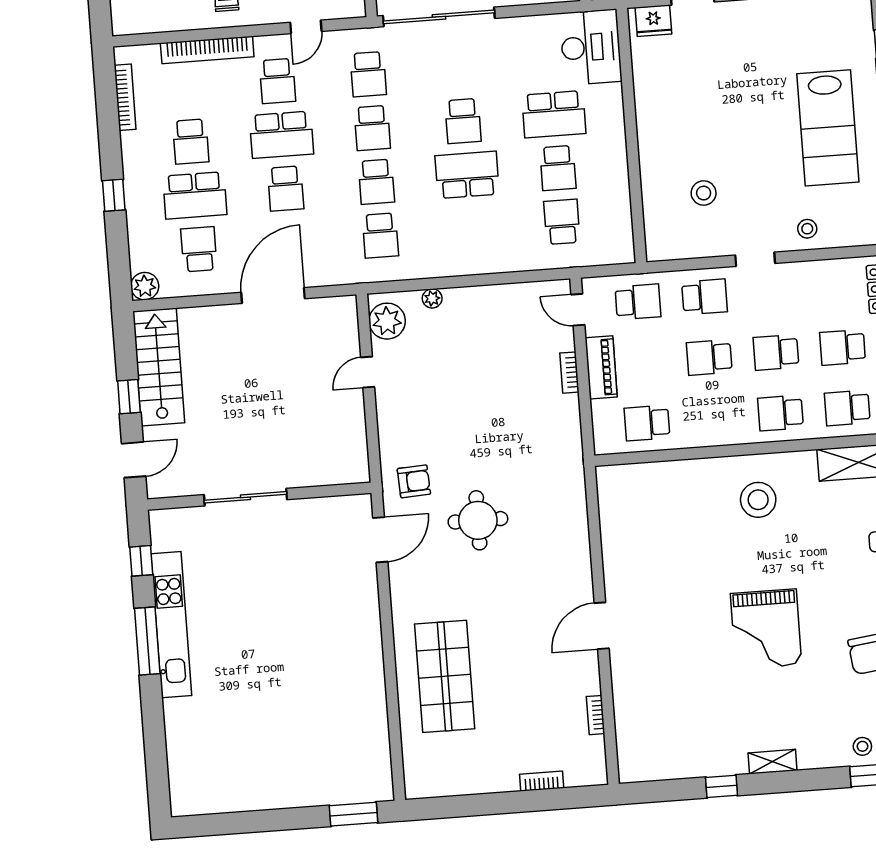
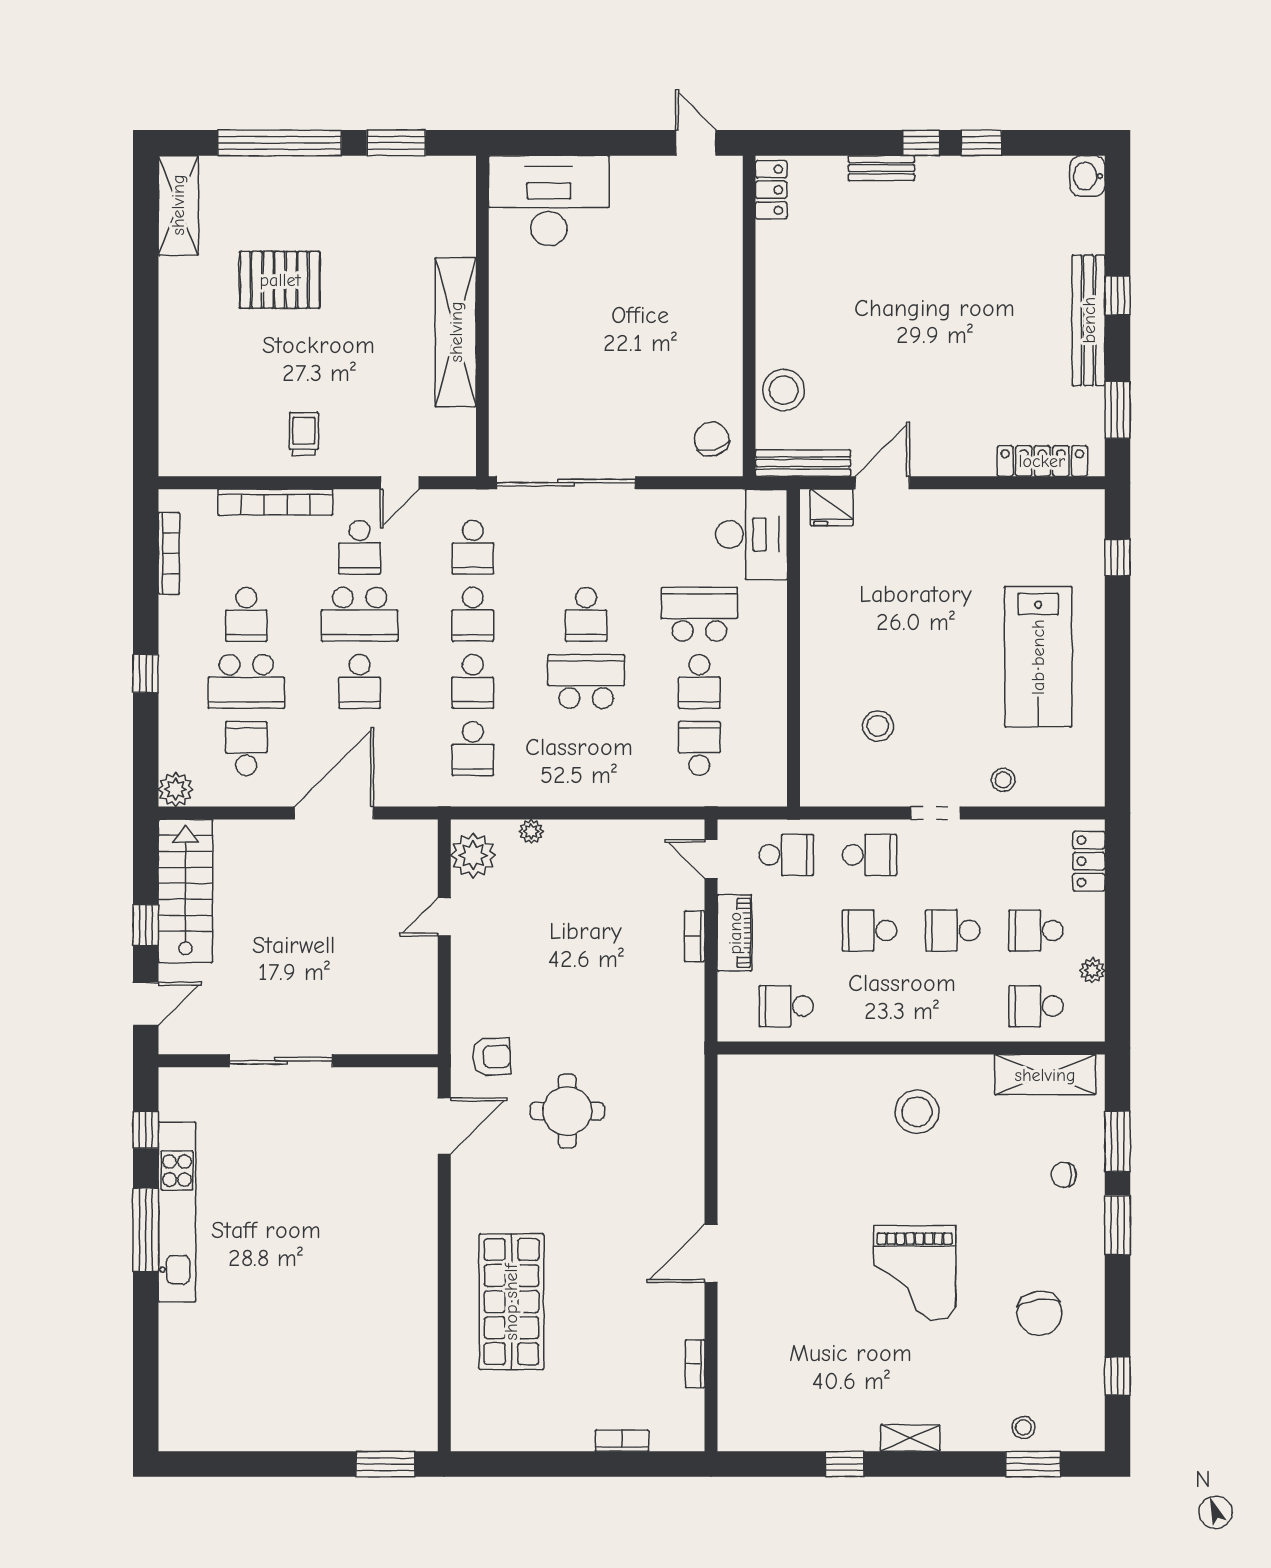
school desk: (554, 114) -> (699, 614), turned 180
school desk: (780, 413) -> (953, 1006), removed

